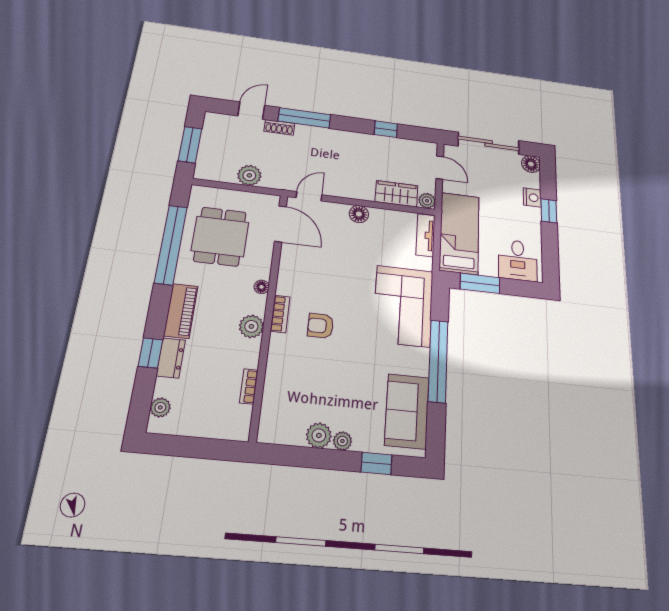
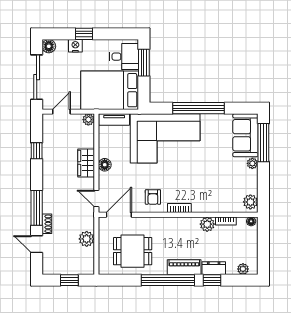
window: (190, 145) -> (69, 280), width x0.67
wardrobe: (396, 194) -> (86, 163), moved
bed: (459, 233) -> (110, 90), width x1.50
window: (171, 245) -> (168, 280), moved
window: (480, 283) -> (144, 63), moved
floor lamp: (261, 287) -> (251, 221), moved
corner sofa: (403, 306) -> (165, 138), width x1.36, depth x1.36
plant: (251, 326) -> (207, 224), moved
armchair: (321, 326) -> (153, 197), moved
sofa: (407, 411) -> (245, 135), moved, turned 90
plant: (319, 435) -> (250, 202), moved
window: (377, 463) -> (263, 143), width x2.17

